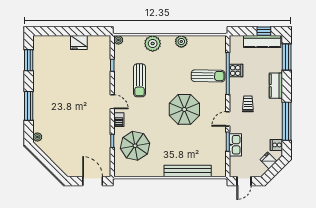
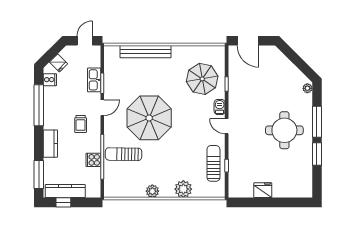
plant: (118, 40) -> (220, 193), removed
window: (29, 60) -> (317, 154), moved
sun lounger: (140, 80) -> (213, 163), moved
round table: (59, 98) -> (284, 130), added
parasol: (184, 109) -> (149, 118), width x1.36, depth x1.36

